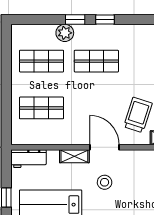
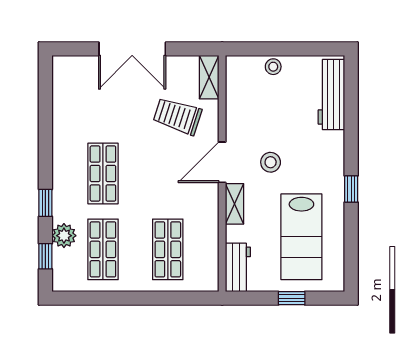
window: (105, 19) -> (45, 256), moved
plant: (65, 33) -> (64, 236), moved

